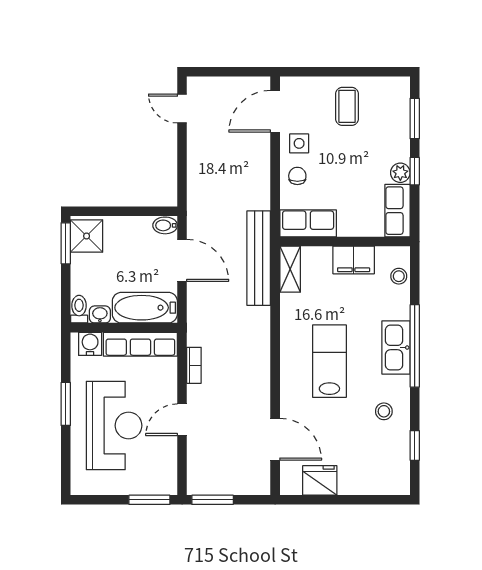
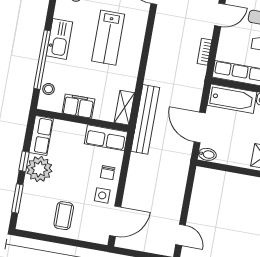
plant: (400, 173) -> (39, 169), width x1.88, depth x1.88
window: (415, 346) -> (42, 60), moved

